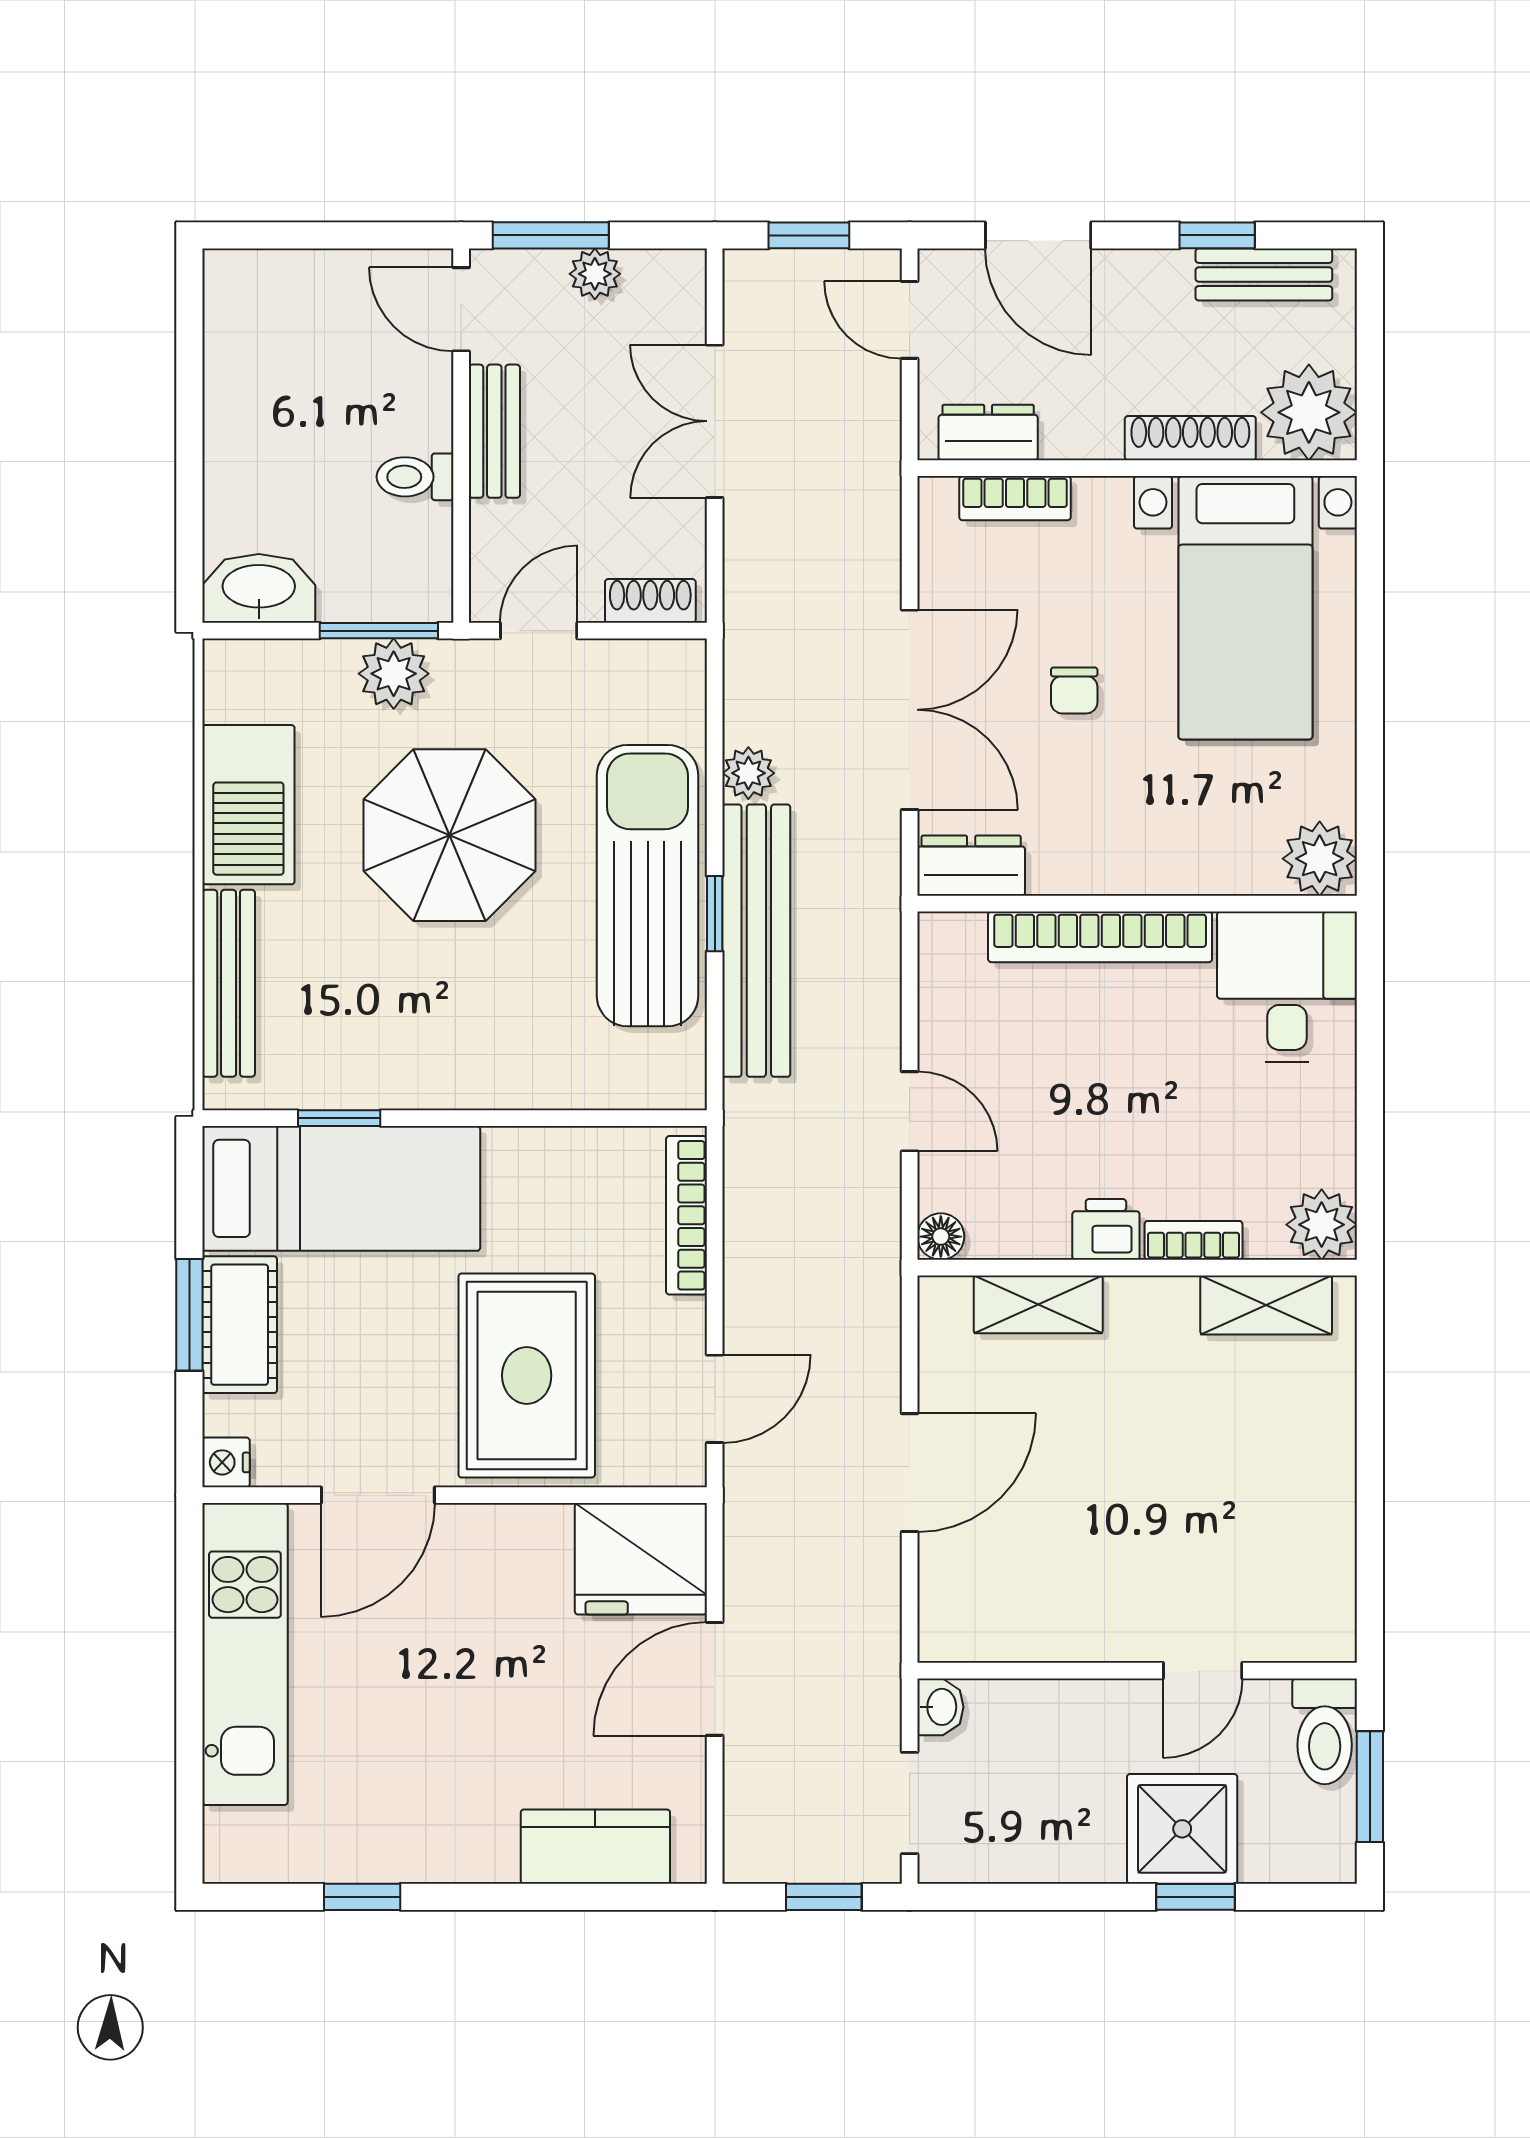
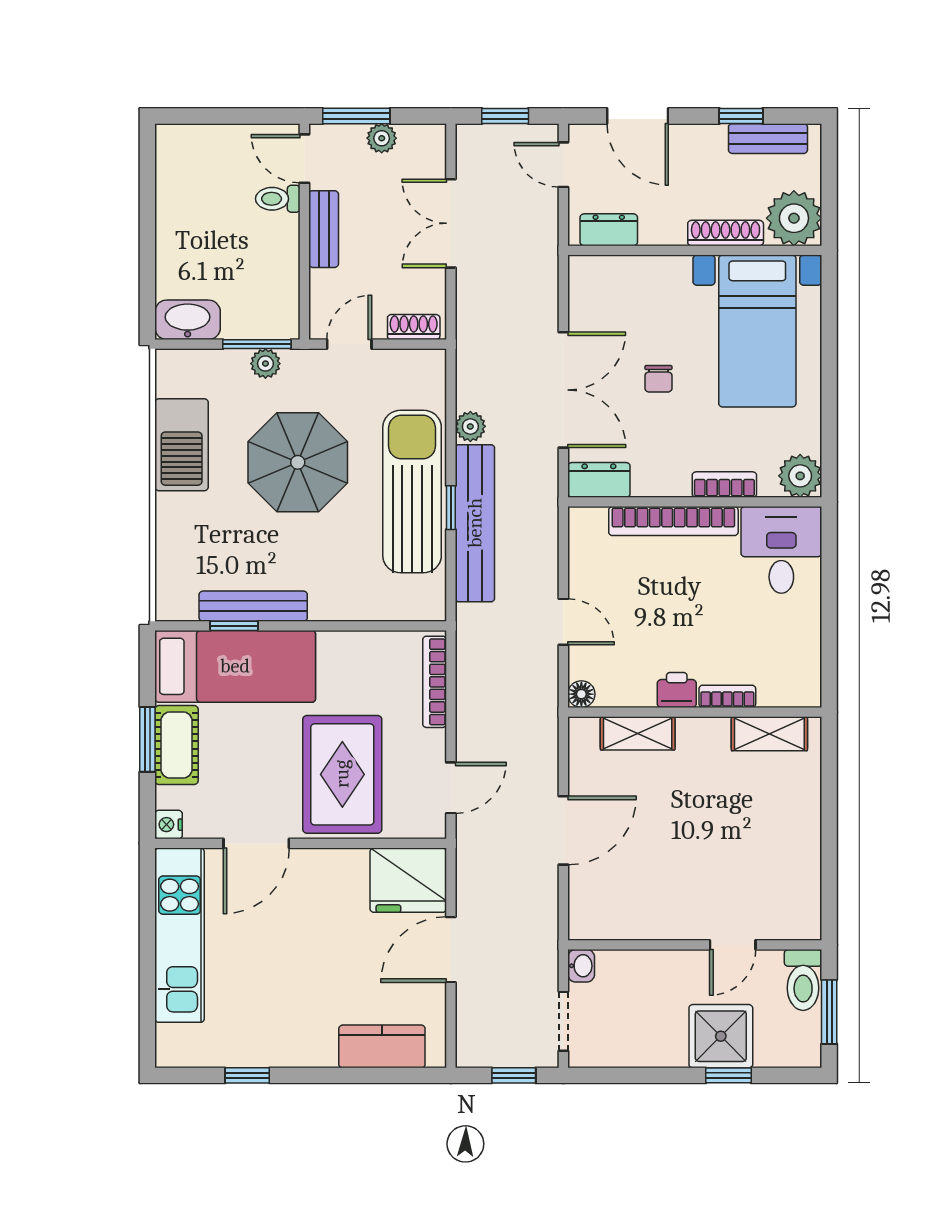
toilet: (415, 477) -> (278, 199), moved
bookcase: (1015, 498) -> (724, 485), moved, turned 180
plant: (394, 674) -> (265, 364), width x0.73, depth x0.73
bench: (229, 983) -> (253, 606), moved, turned 90
plant: (1322, 1225) -> (801, 687), removed

